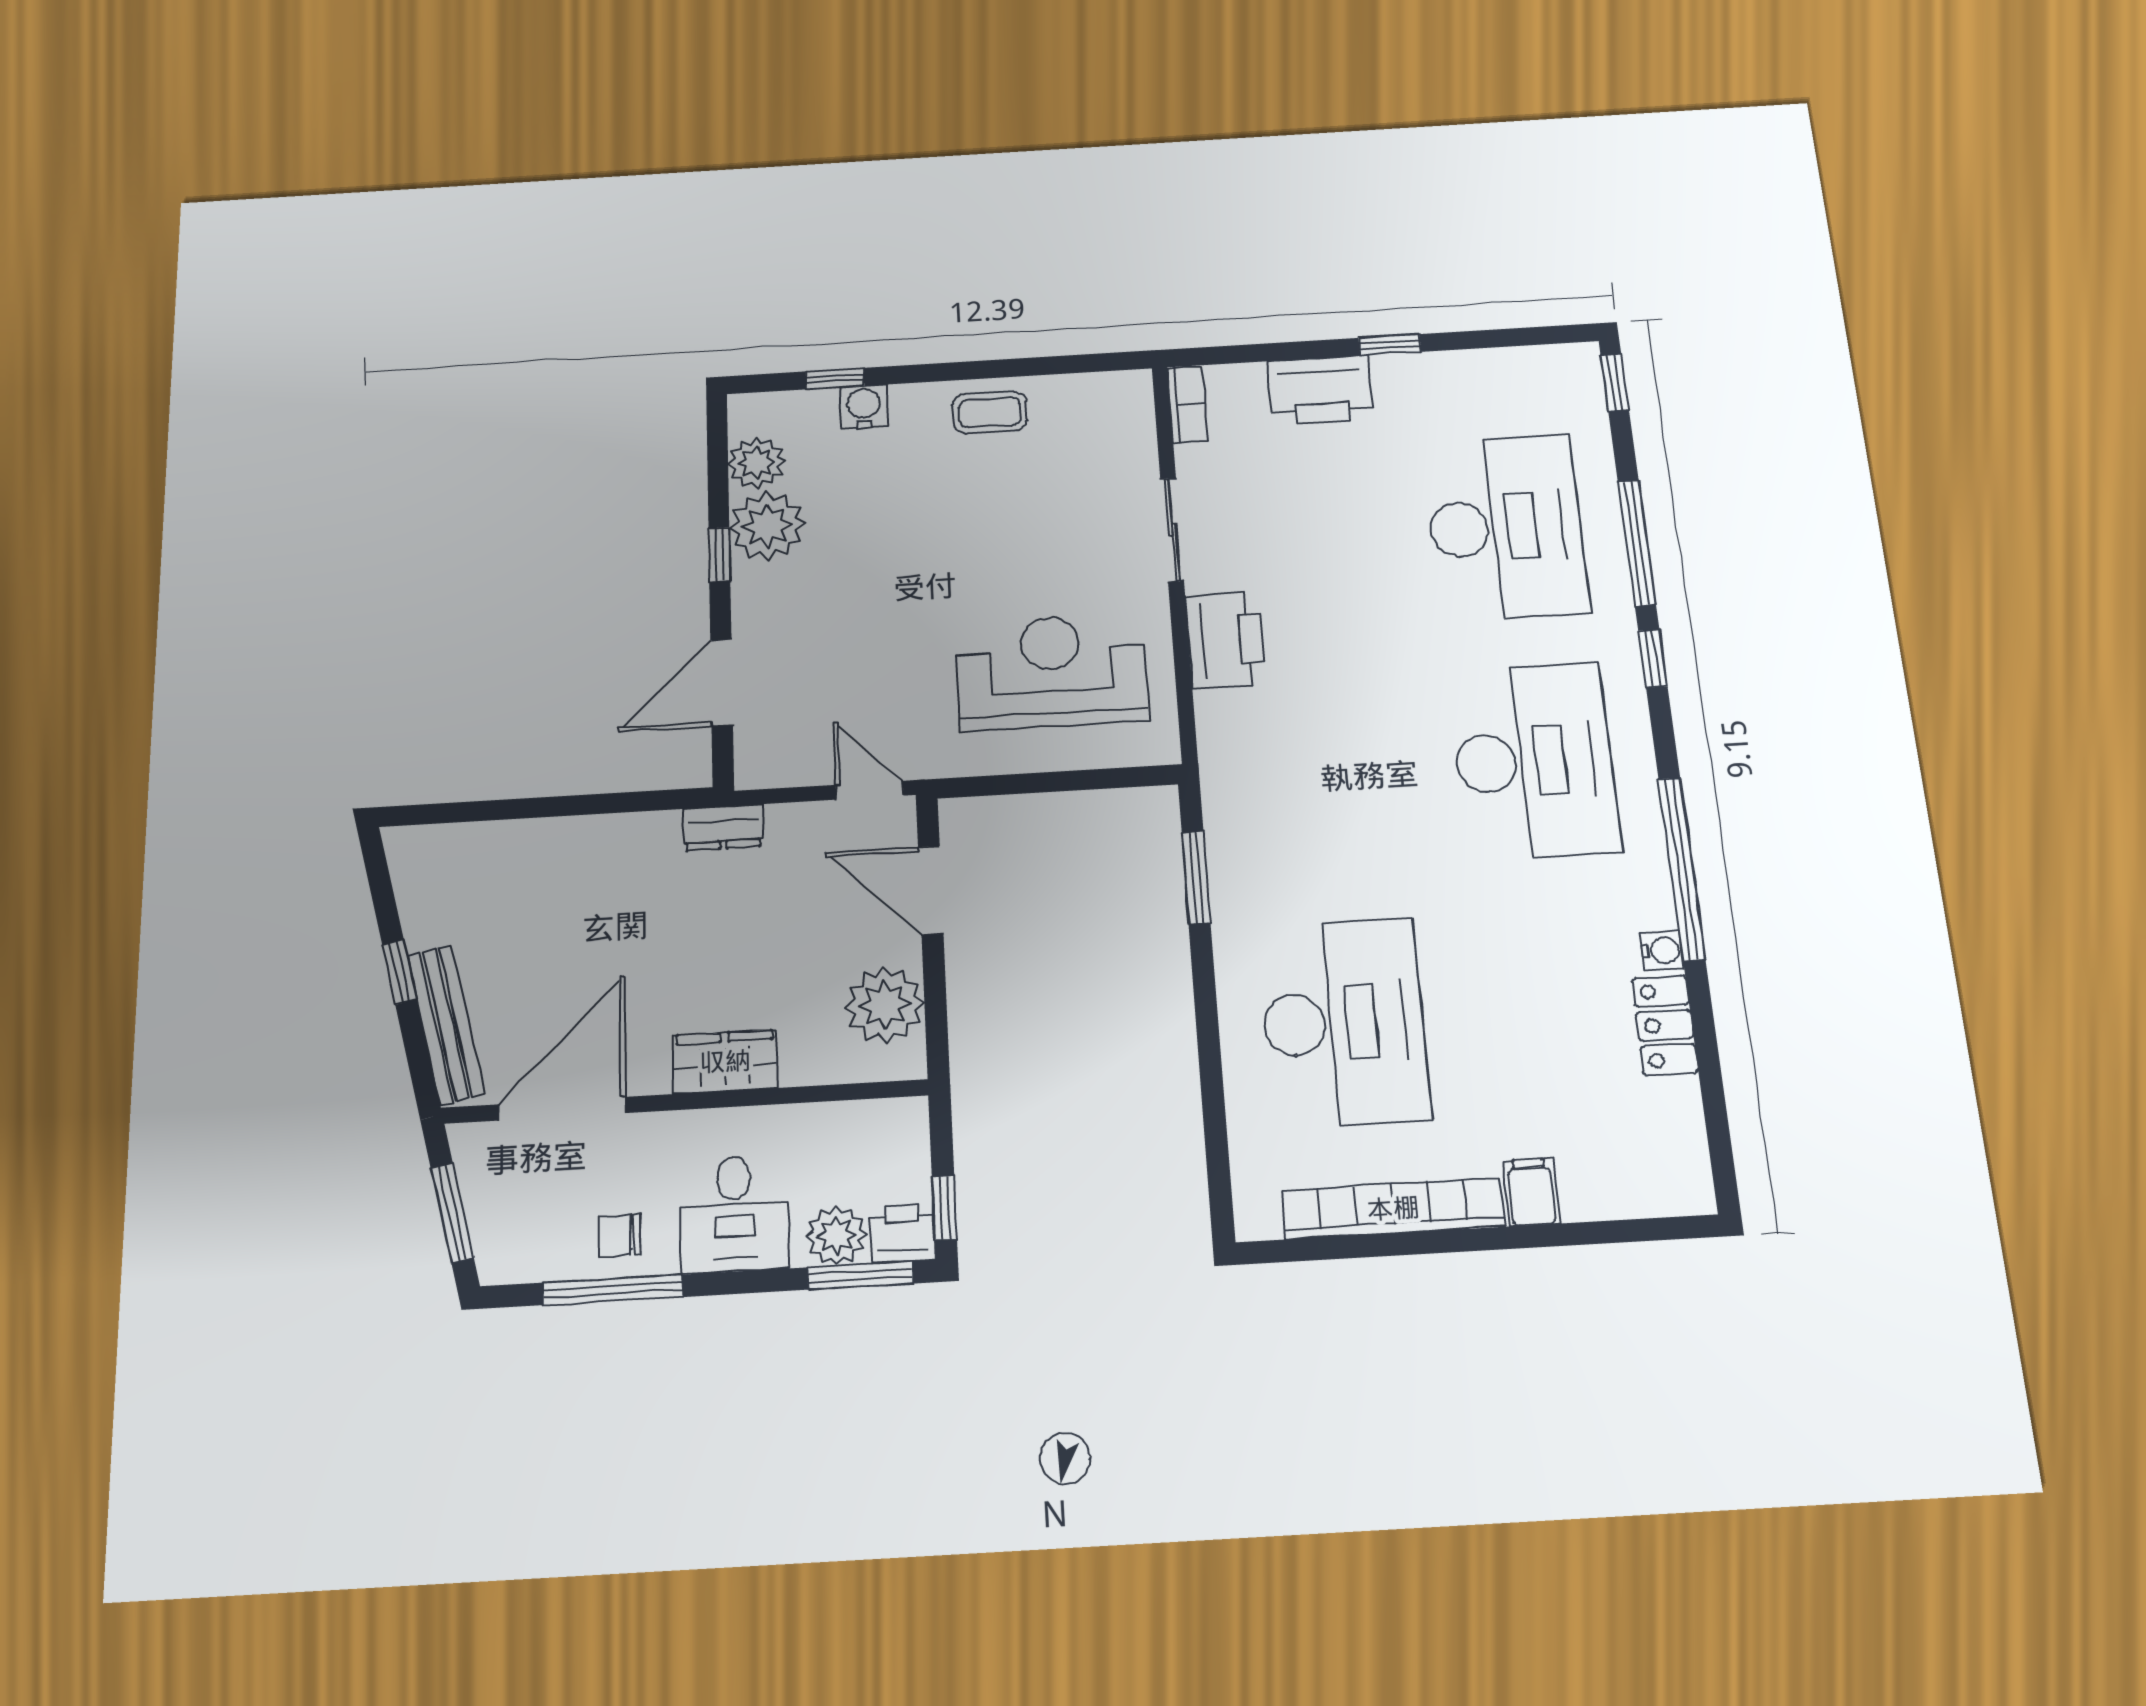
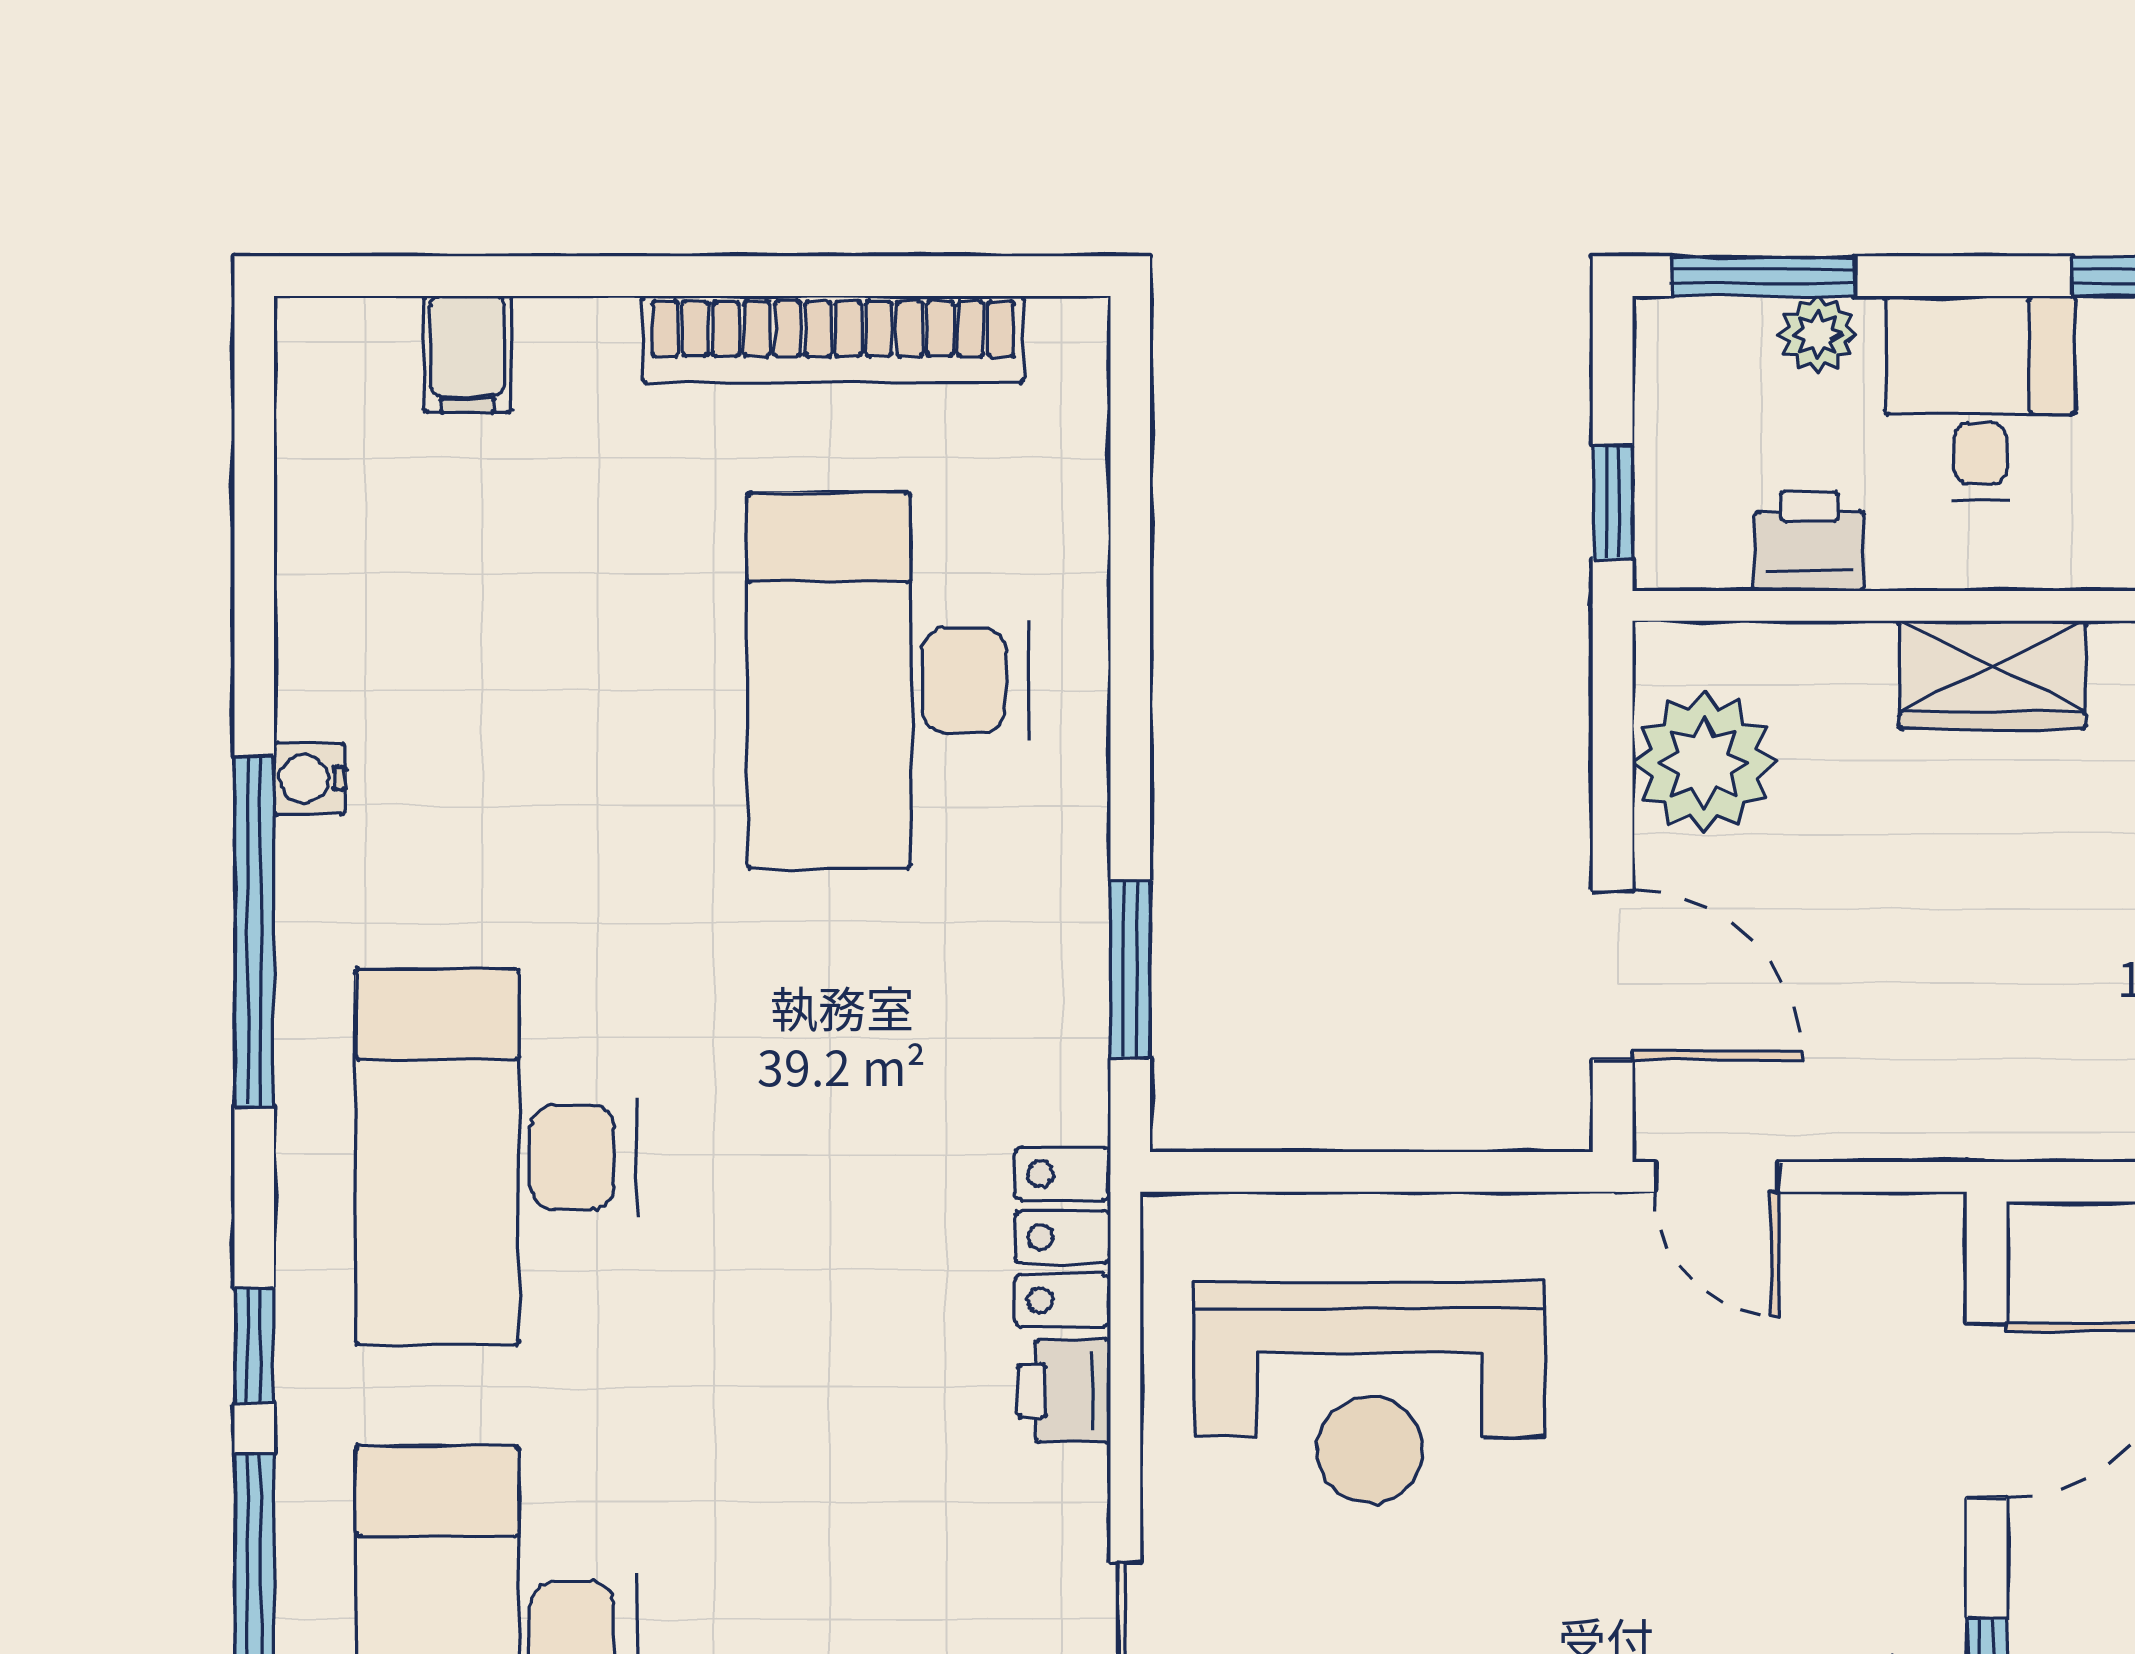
printer: (1225, 640) -> (1064, 1391), width x0.53, depth x0.68
dresser: (723, 827) -> (1989, 1121), removed
locker: (1665, 1025) -> (1063, 1237), moved, turned 180
filing cabinet: (1531, 1192) -> (467, 354), moved
window: (944, 1208) -> (1613, 502), moved
printer: (903, 1233) -> (1809, 541), moved, turned 180
plant: (836, 1235) -> (1817, 334), width x0.73, depth x0.73

